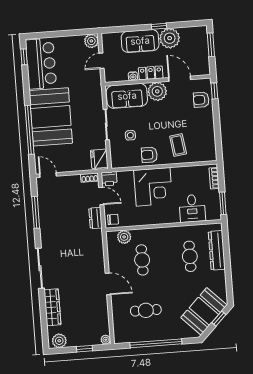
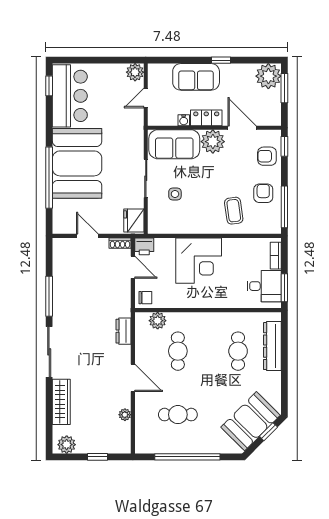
plant: (170, 38) -> (268, 76), moved
window: (218, 139) -> (284, 207), added
armchair: (149, 155) -> (263, 193), moved, turned 90
door: (48, 175) -> (87, 236), moved
desk: (192, 208) -> (264, 286), moved, turned -90
window: (36, 212) -> (49, 296), moved
dresser: (95, 218) -> (124, 331), moved
plant: (106, 340) -> (125, 415), moved

